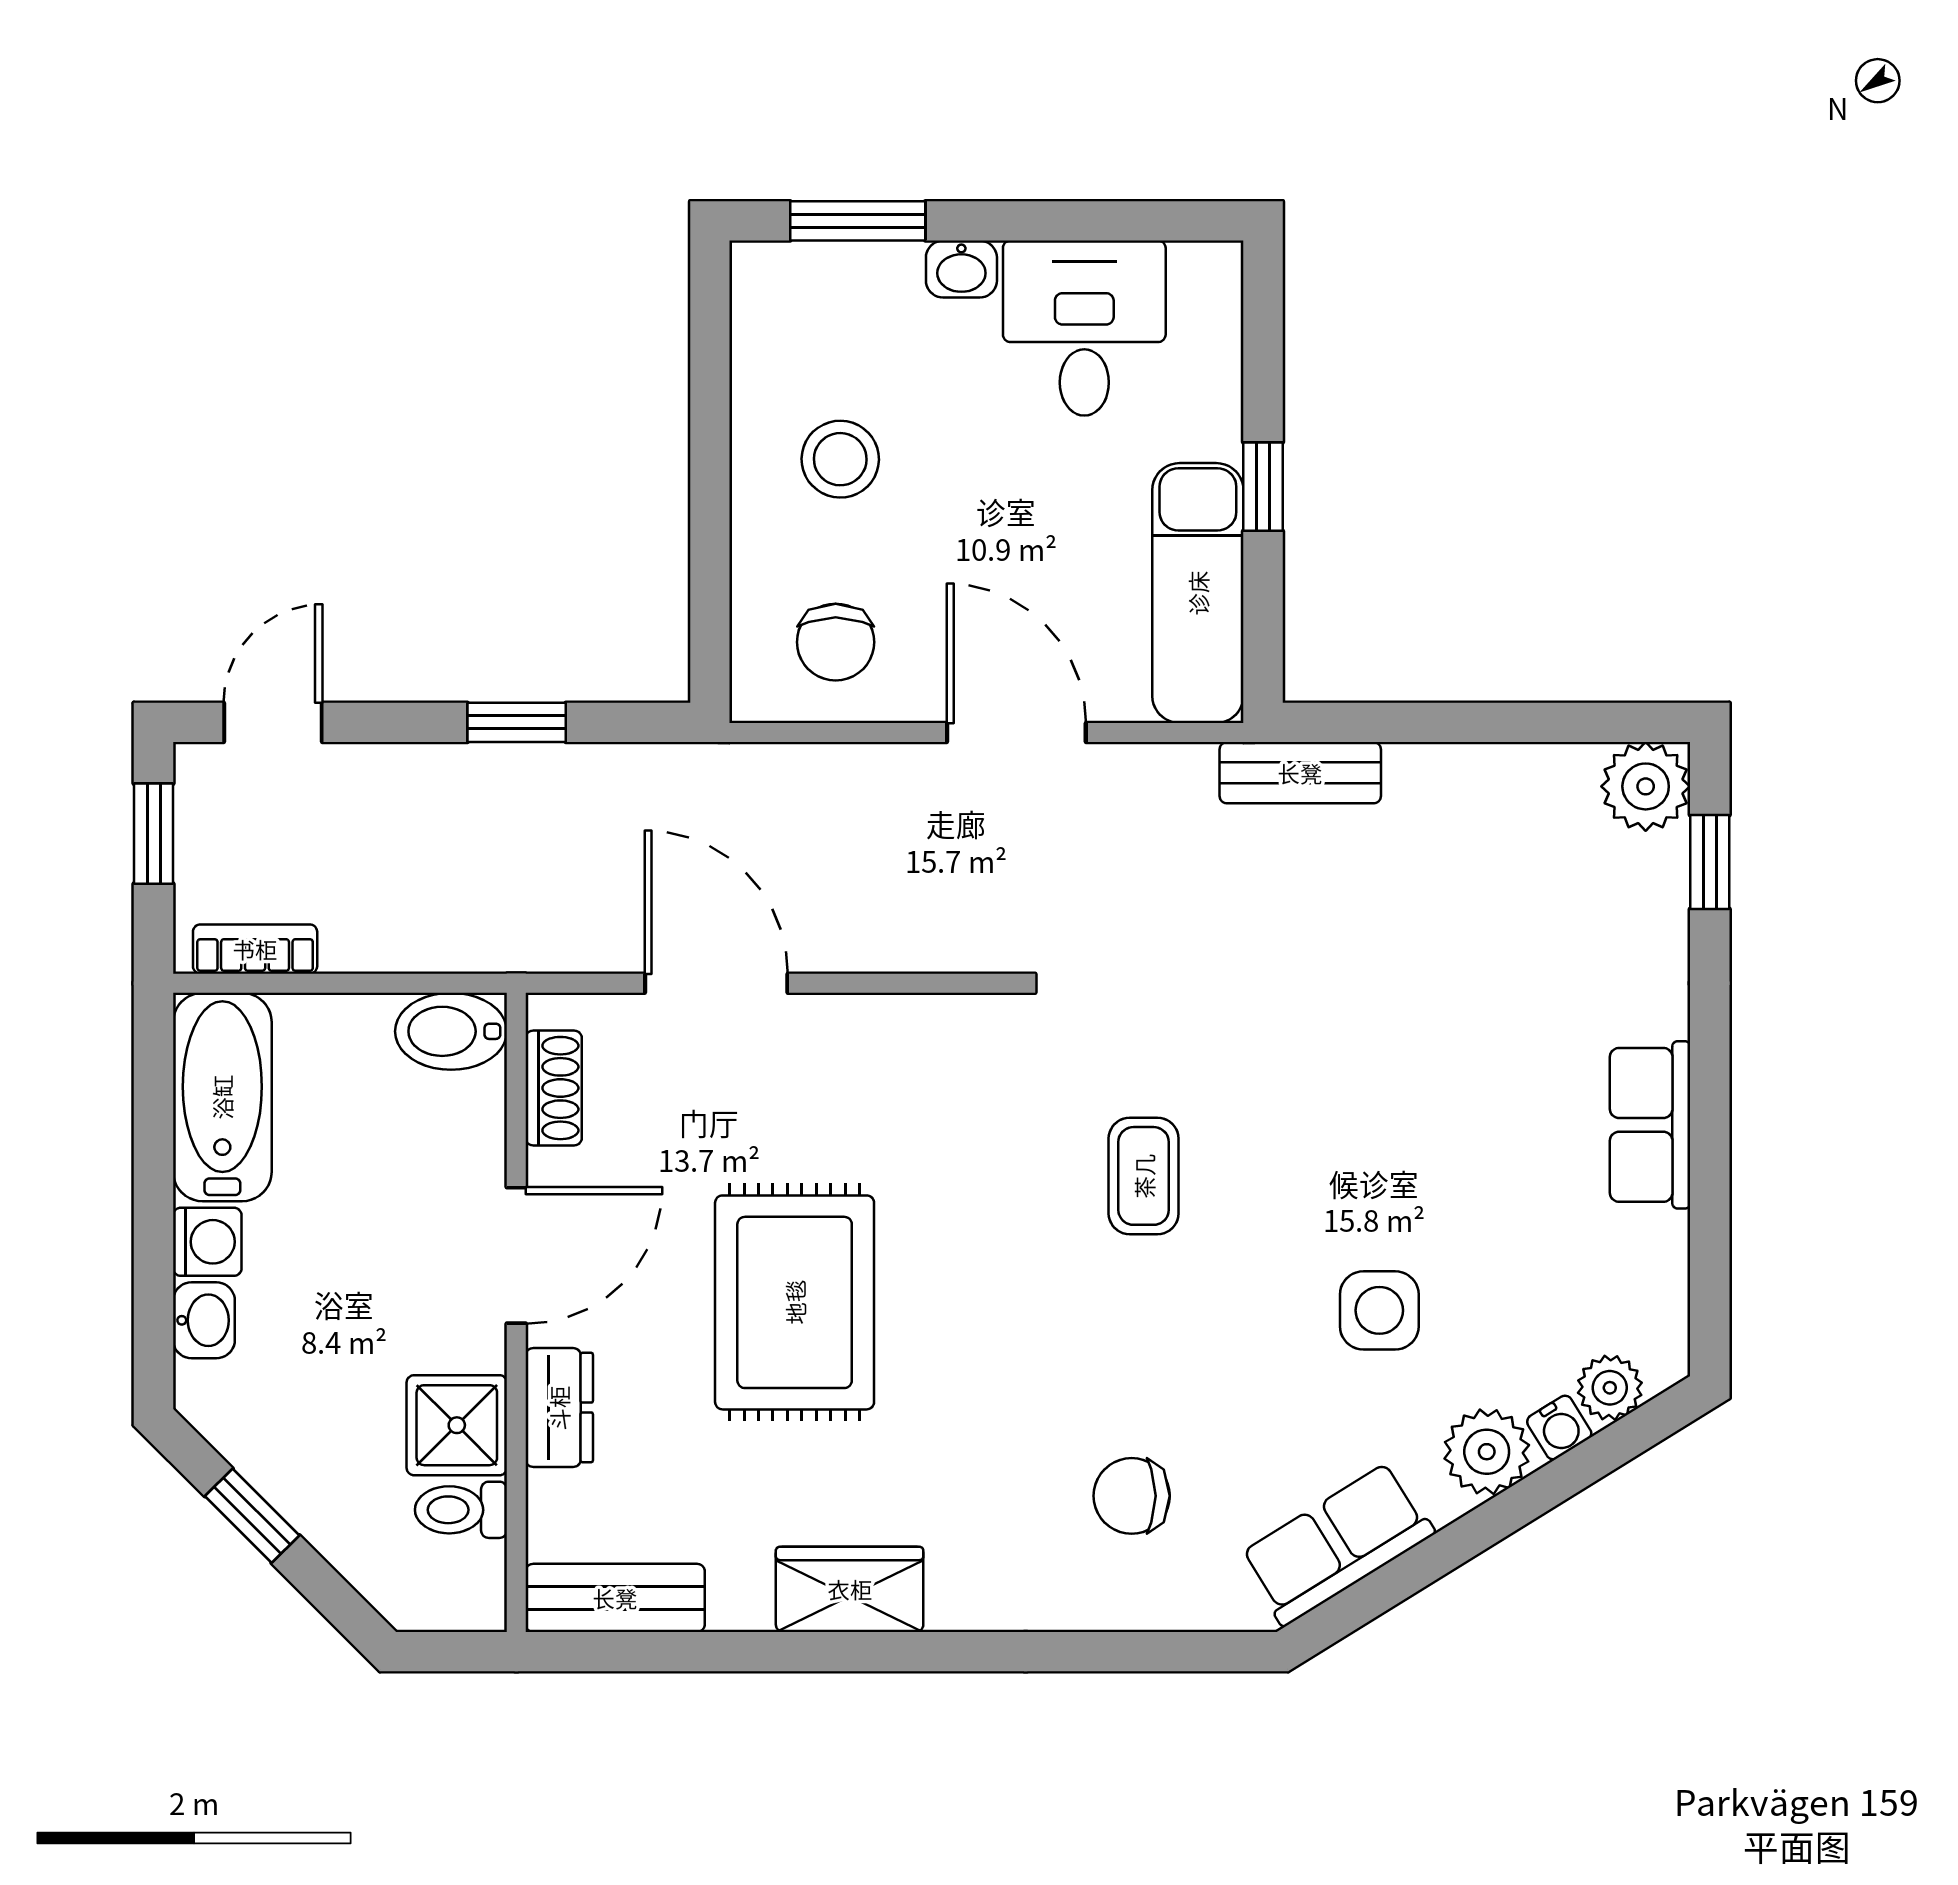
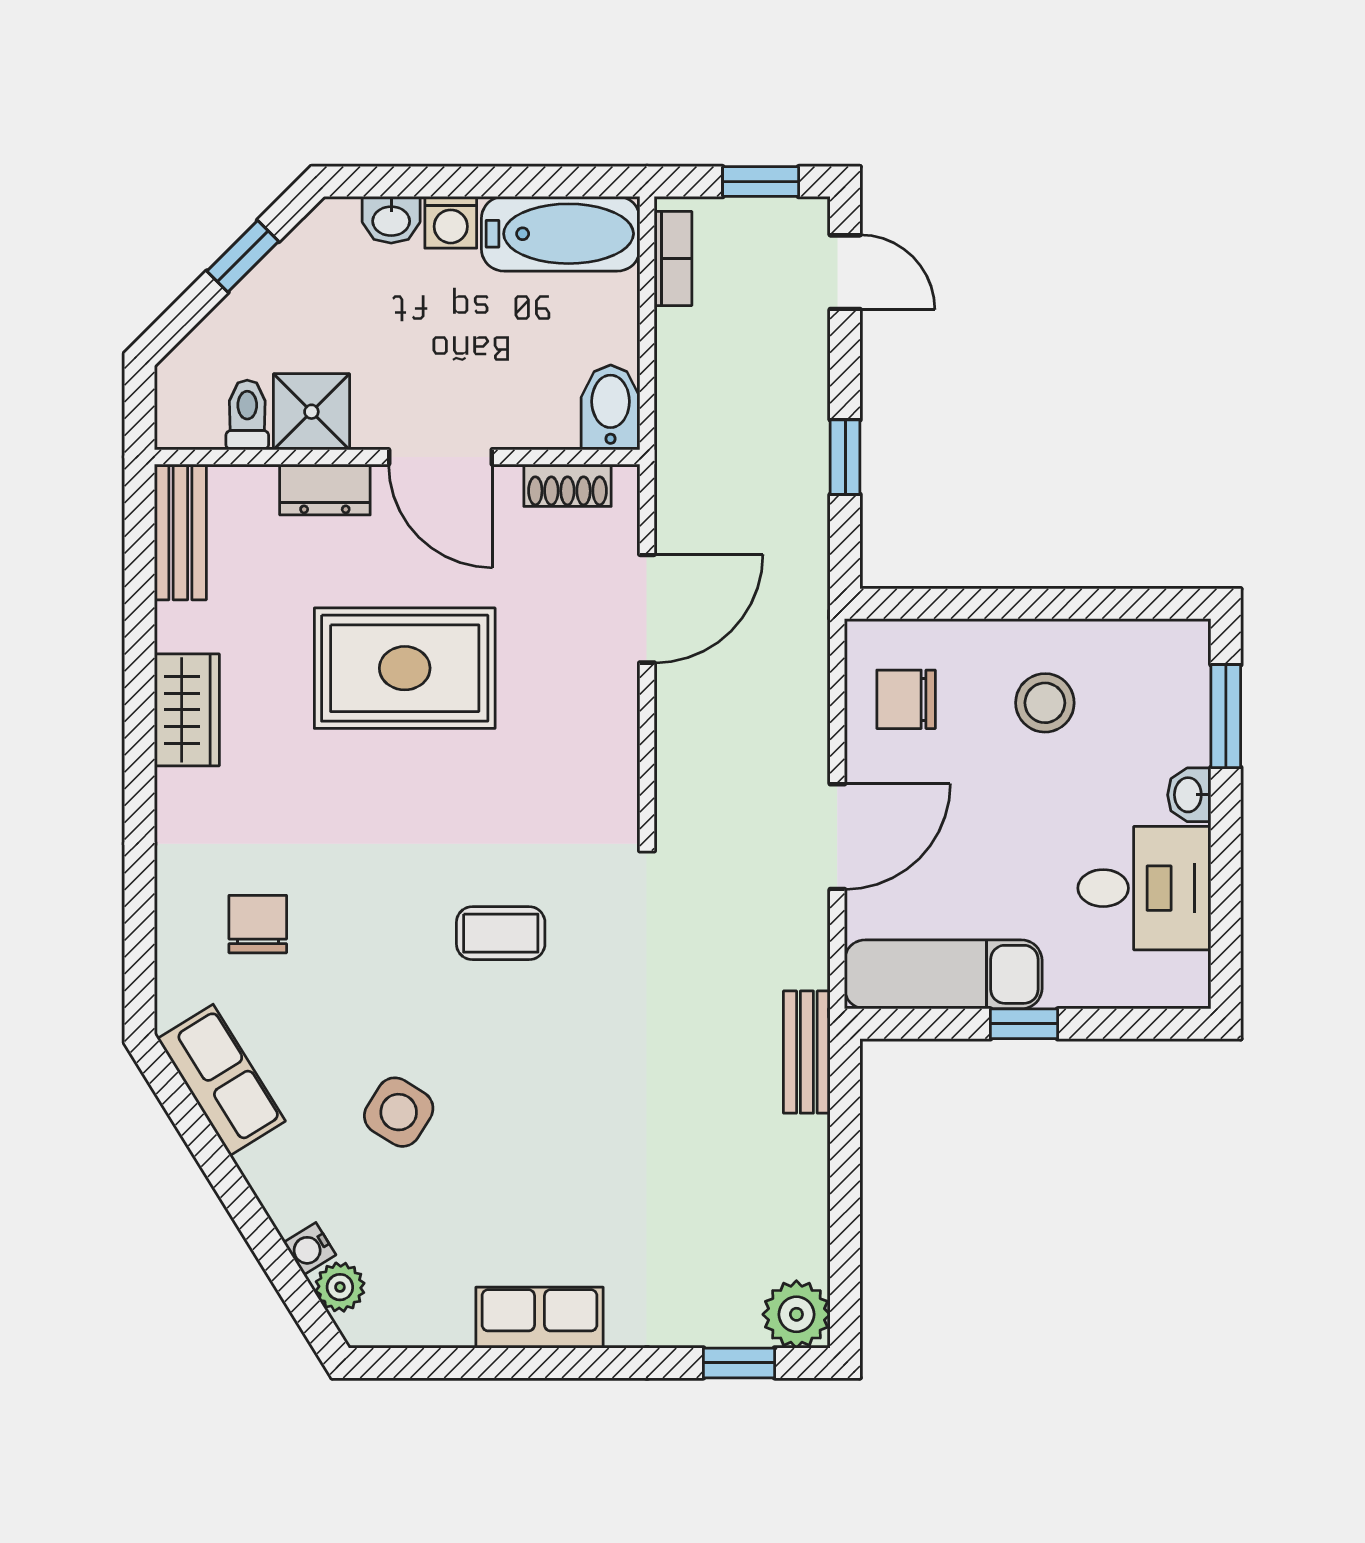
side table: (1379, 1310) -> (399, 1112), turned 32
plant: (1487, 1452) -> (291, 1194), removed

